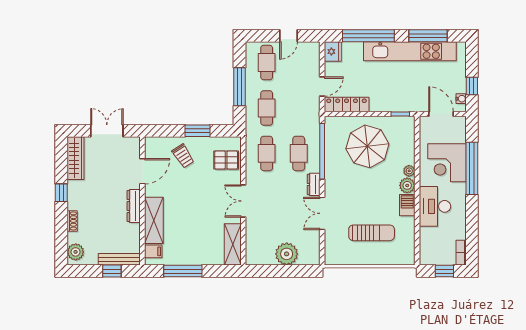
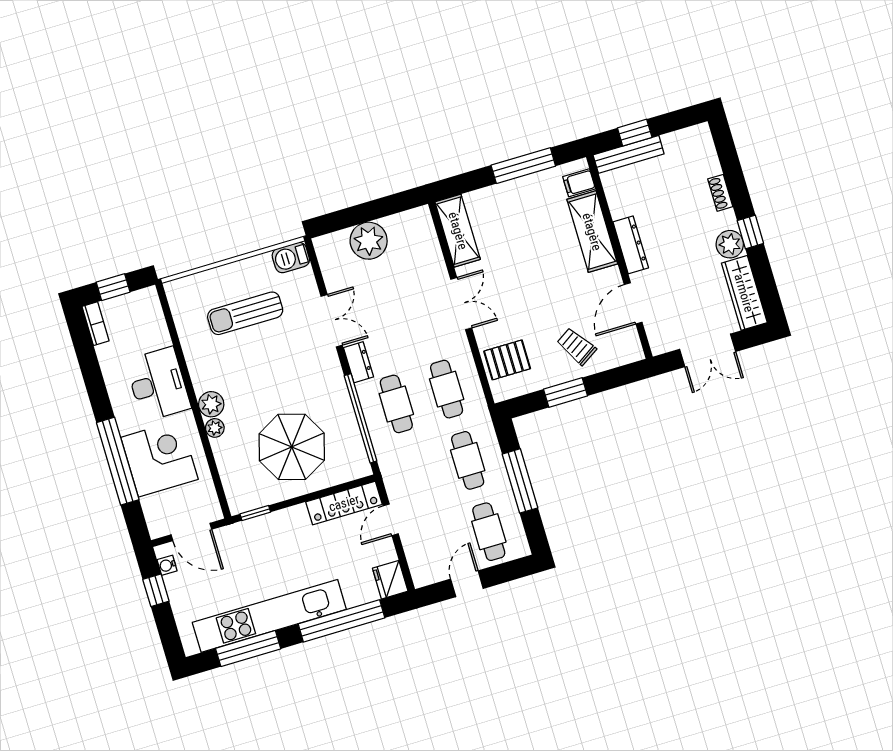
barbecue: (407, 205) -> (291, 258), moved, turned 90
plant: (76, 252) -> (730, 244), moved

